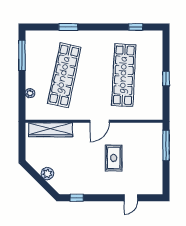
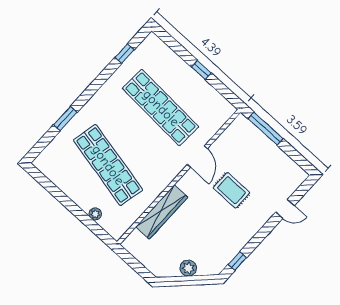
window: (22, 55) -> (52, 188), removed
door: (100, 121) -> (197, 157), moved
wardrobe: (51, 130) -> (162, 212), moved
door: (131, 198) -> (285, 209), hinge flipped

